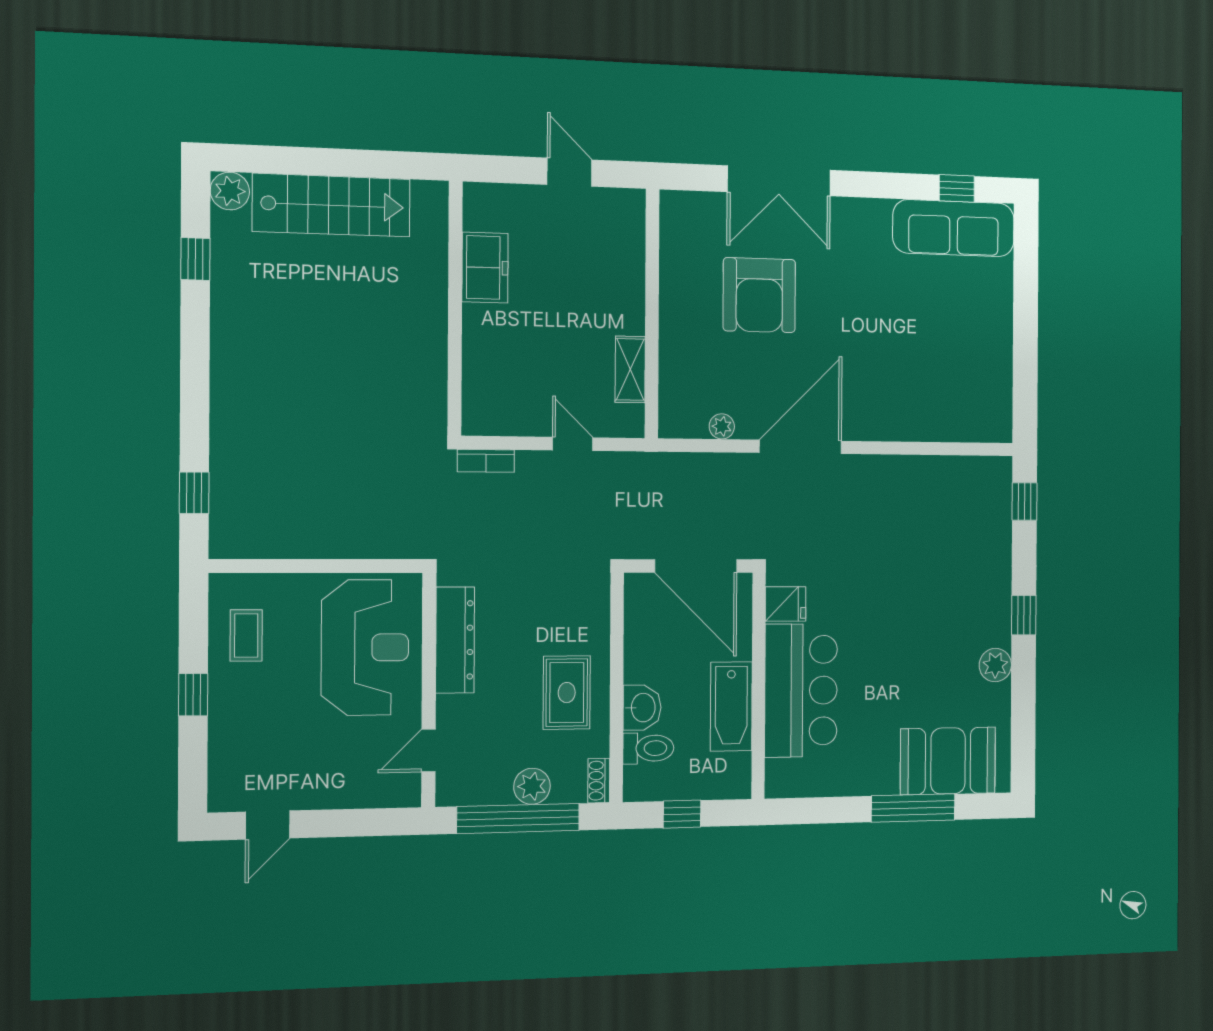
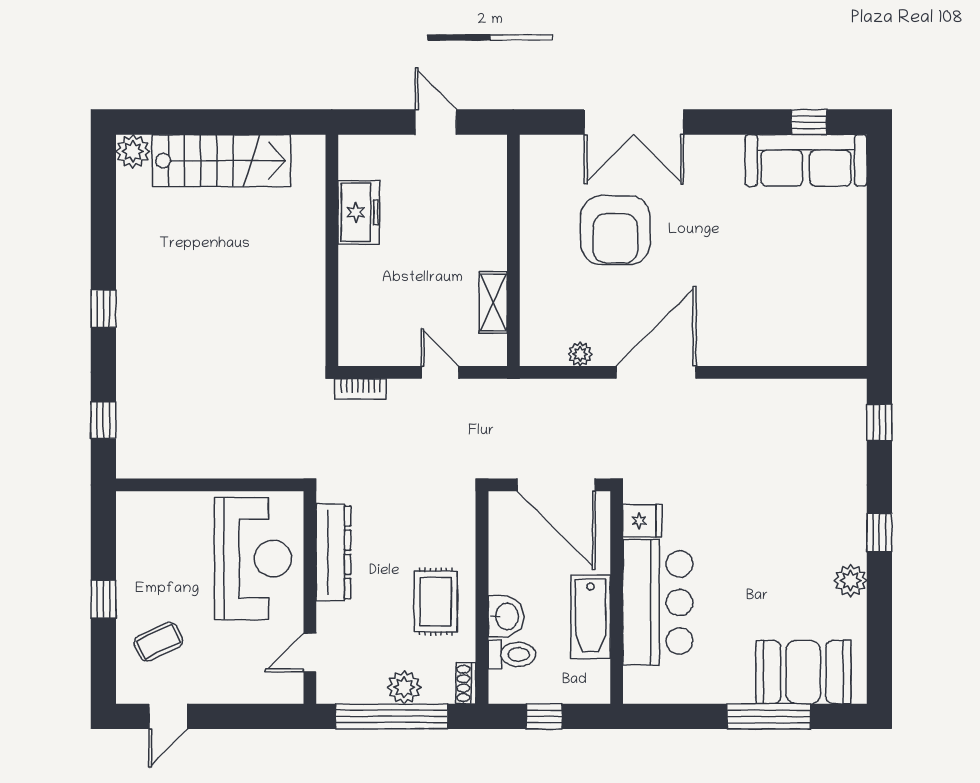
window: (195, 259) -> (103, 309), moved
coffee table: (246, 635) -> (158, 642), moved, turned 65

